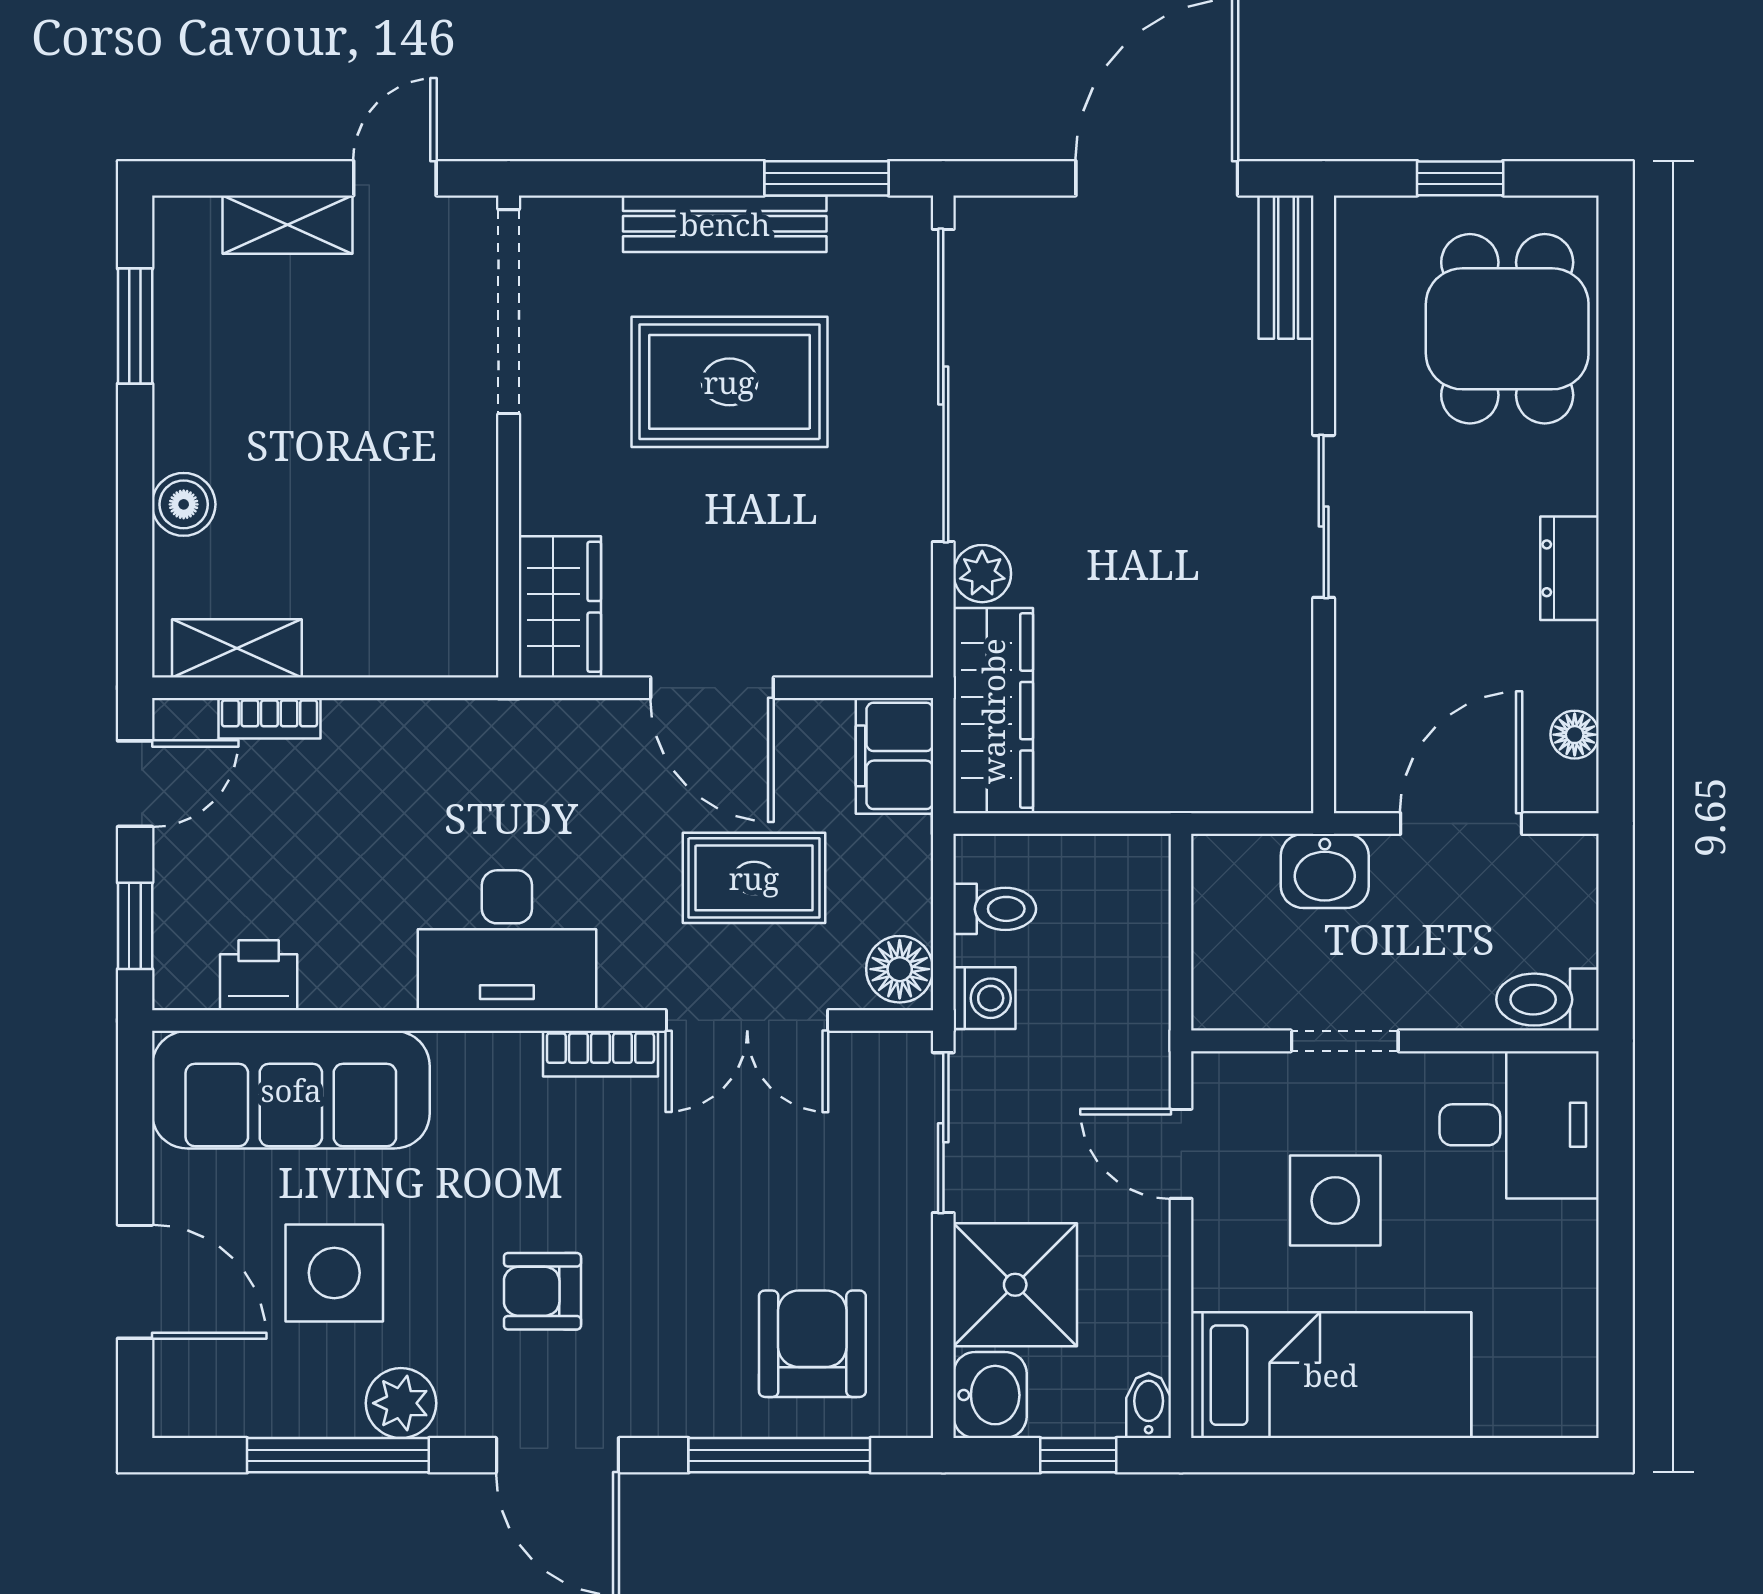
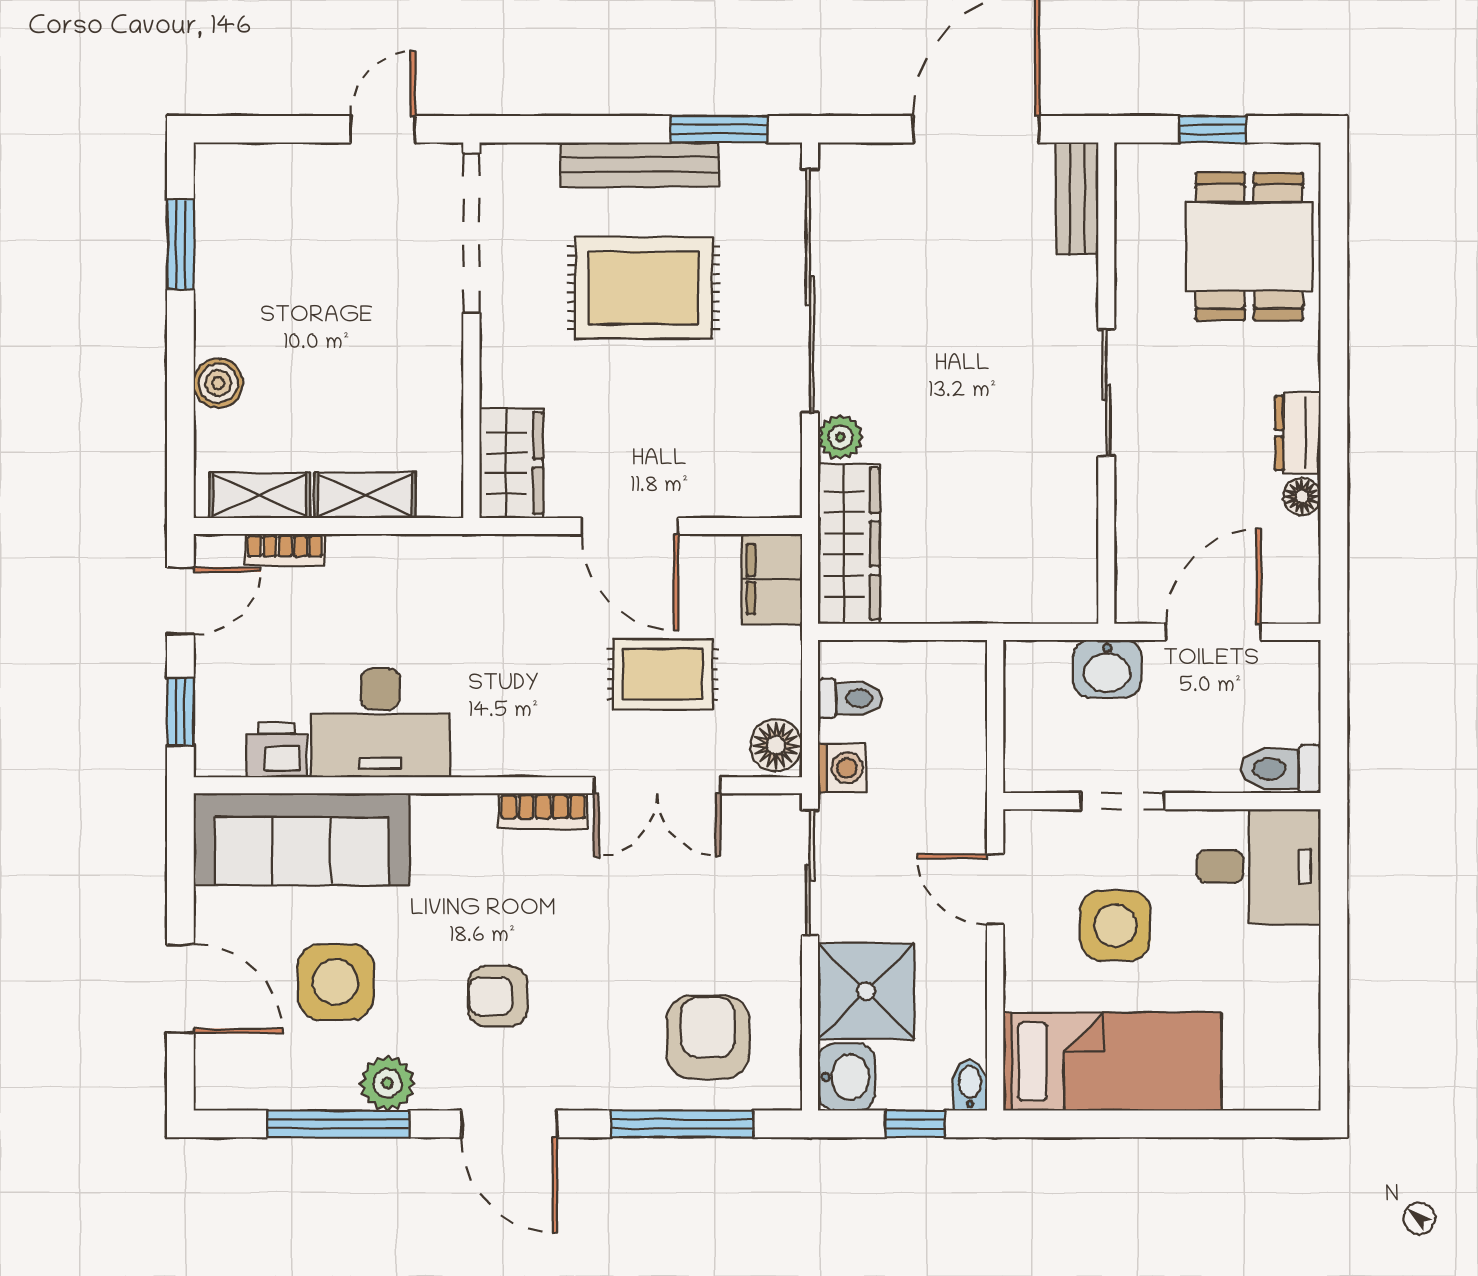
shelving: (288, 225) -> (365, 495), moved
floor lamp: (1575, 735) -> (1302, 496), moved
desk: (507, 940) -> (380, 723), moved

